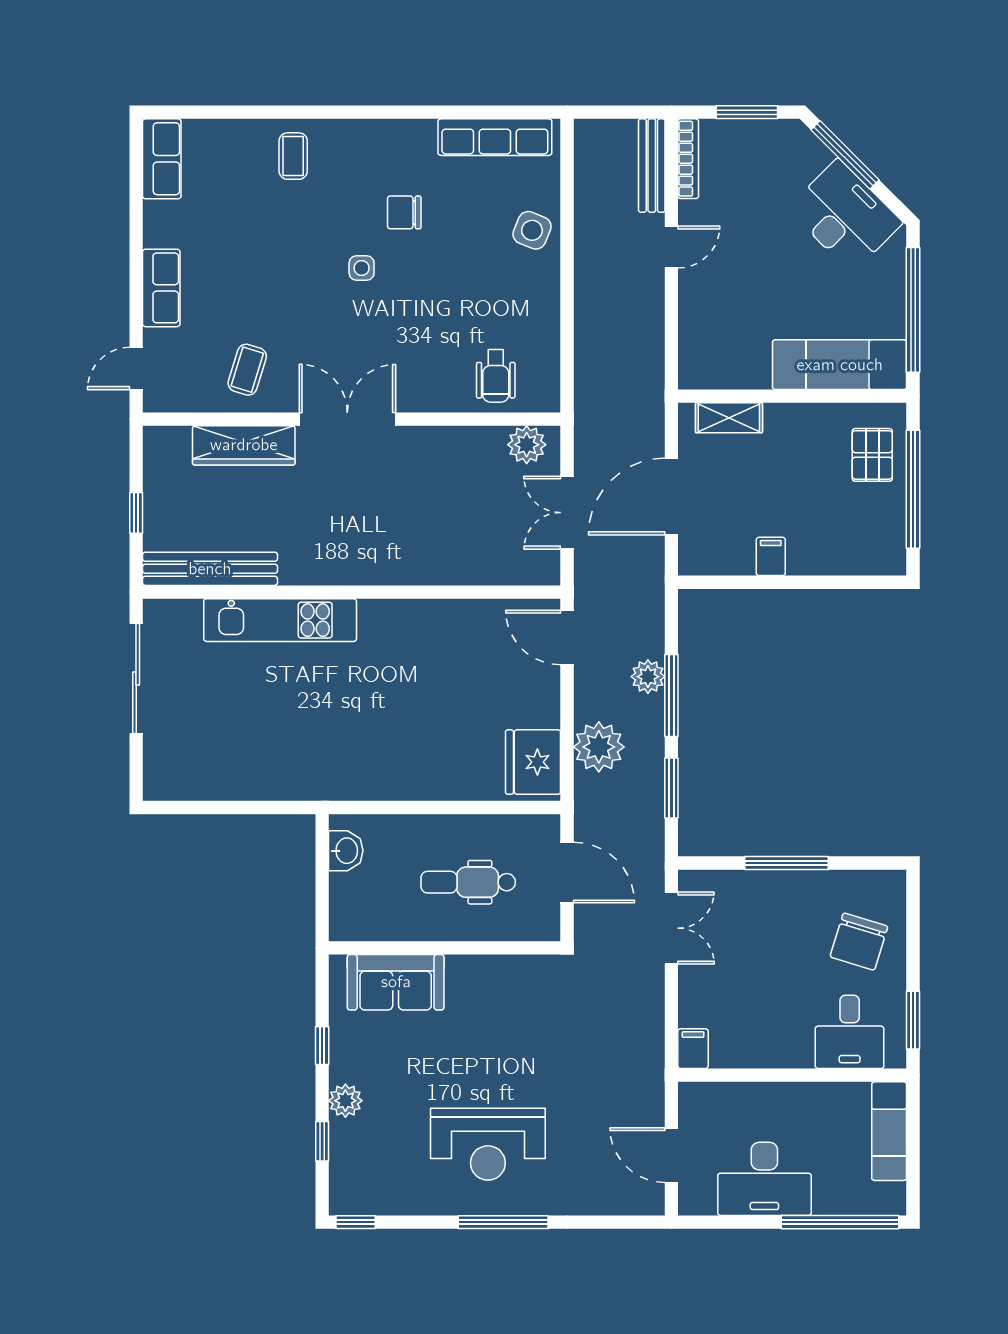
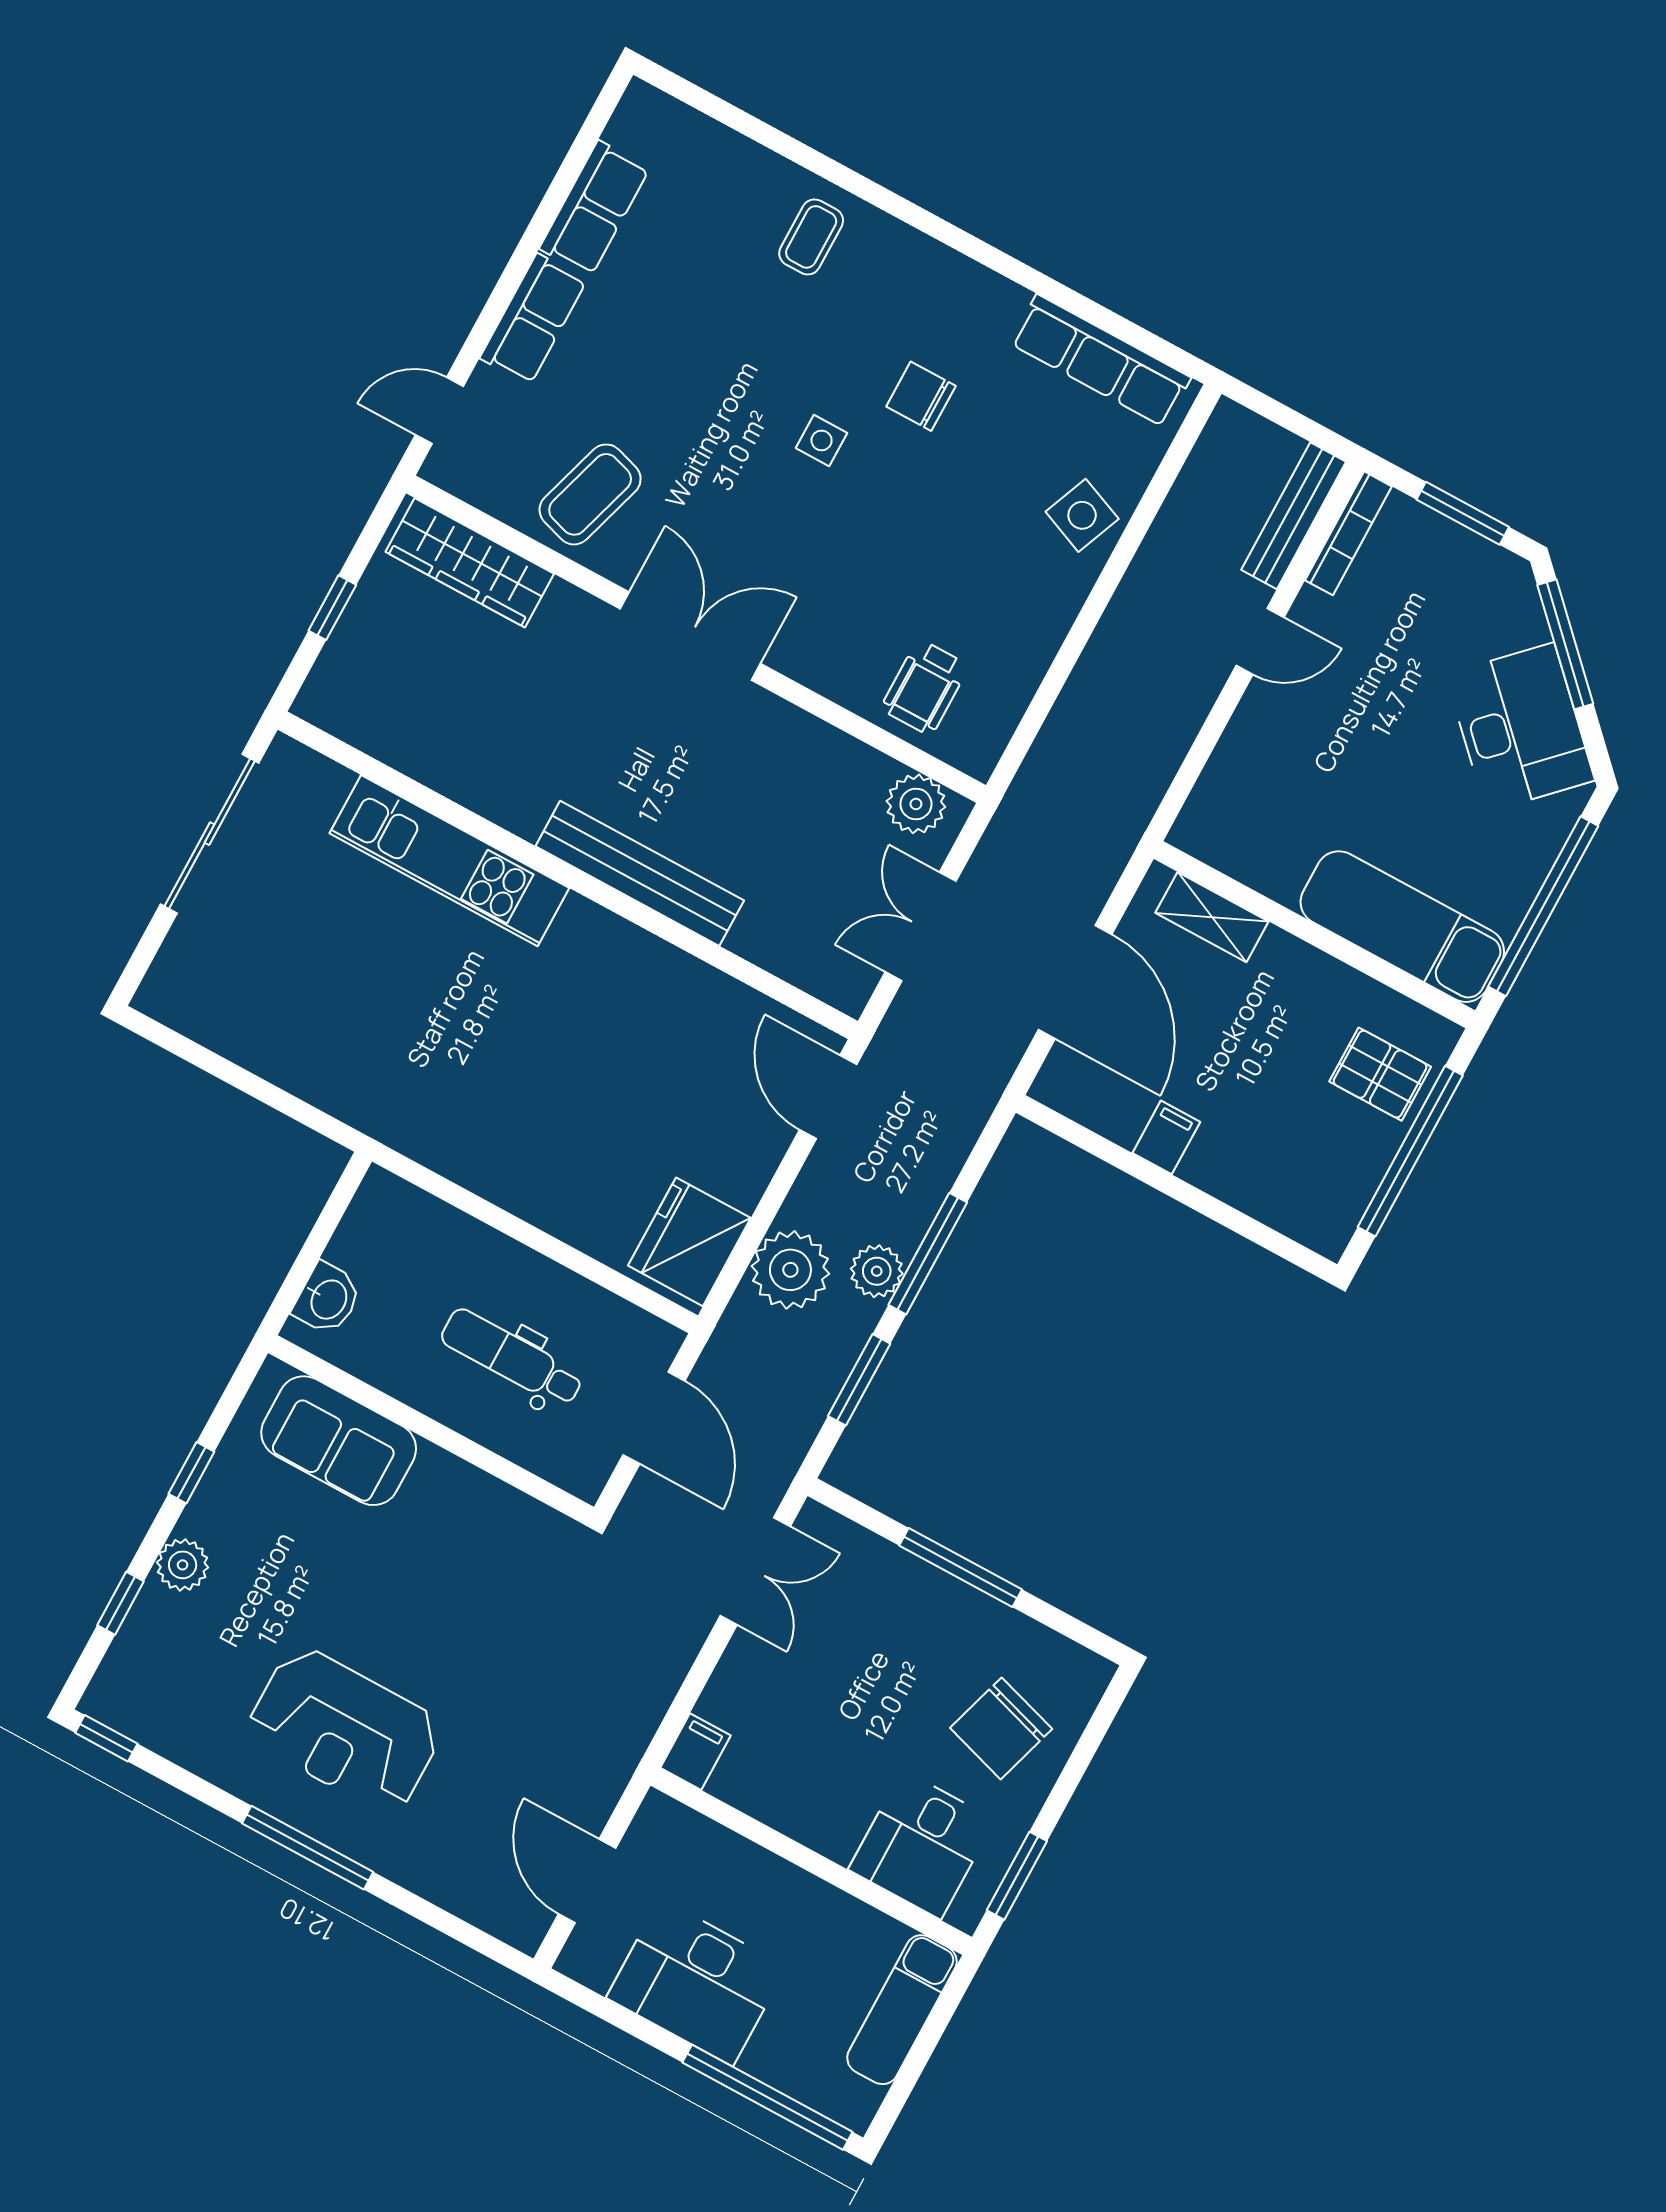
row of seats: (162, 159) -> (595, 208), moved
coffee table: (247, 370) -> (590, 494), width x1.36, depth x1.30
wardrobe: (244, 445) -> (470, 563), moved
pallet: (872, 455) -> (1380, 1074), turned 90
door: (671, 497) -> (1075, 982), swing flipped
bench: (210, 569) -> (640, 873), moved
plant: (648, 677) -> (877, 1271), moved
washbasin: (346, 851) -> (328, 1299), moved

